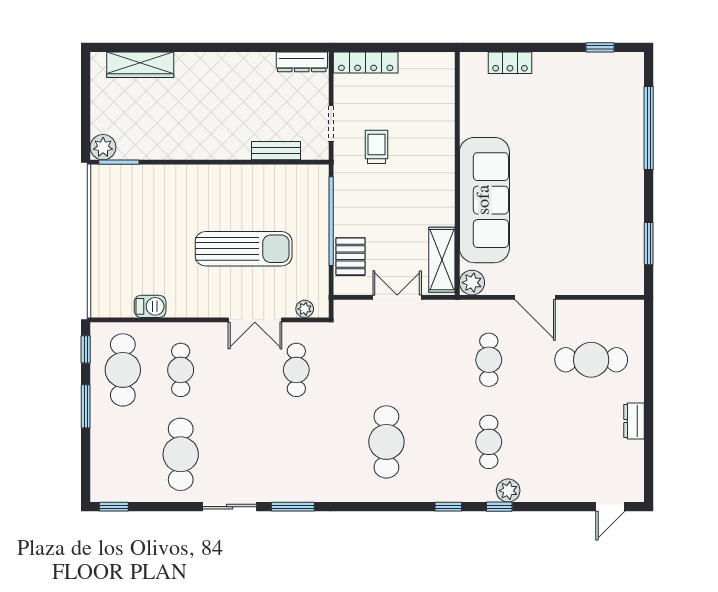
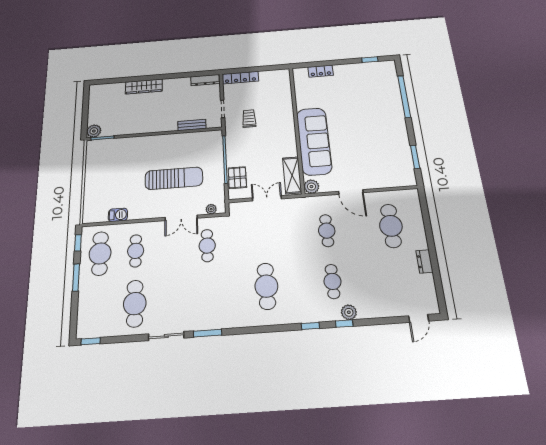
wardrobe: (140, 65) -> (144, 86), moved
cafe table: (591, 360) -> (391, 226), turned 90

